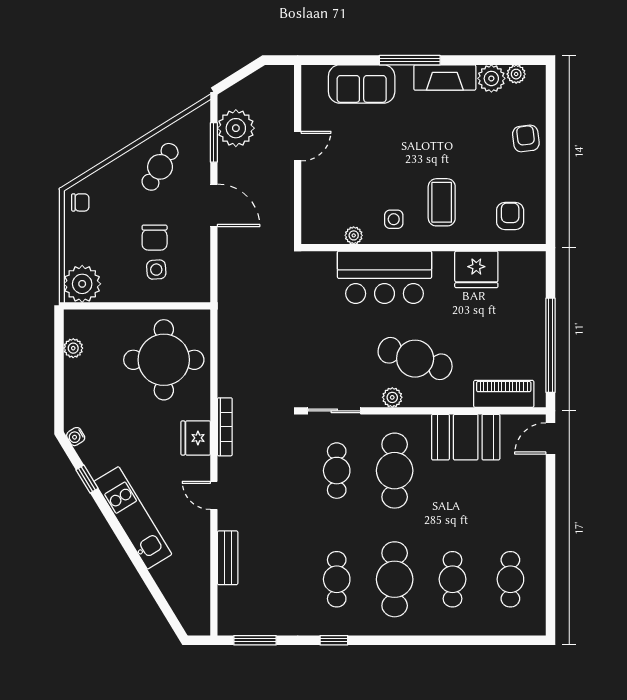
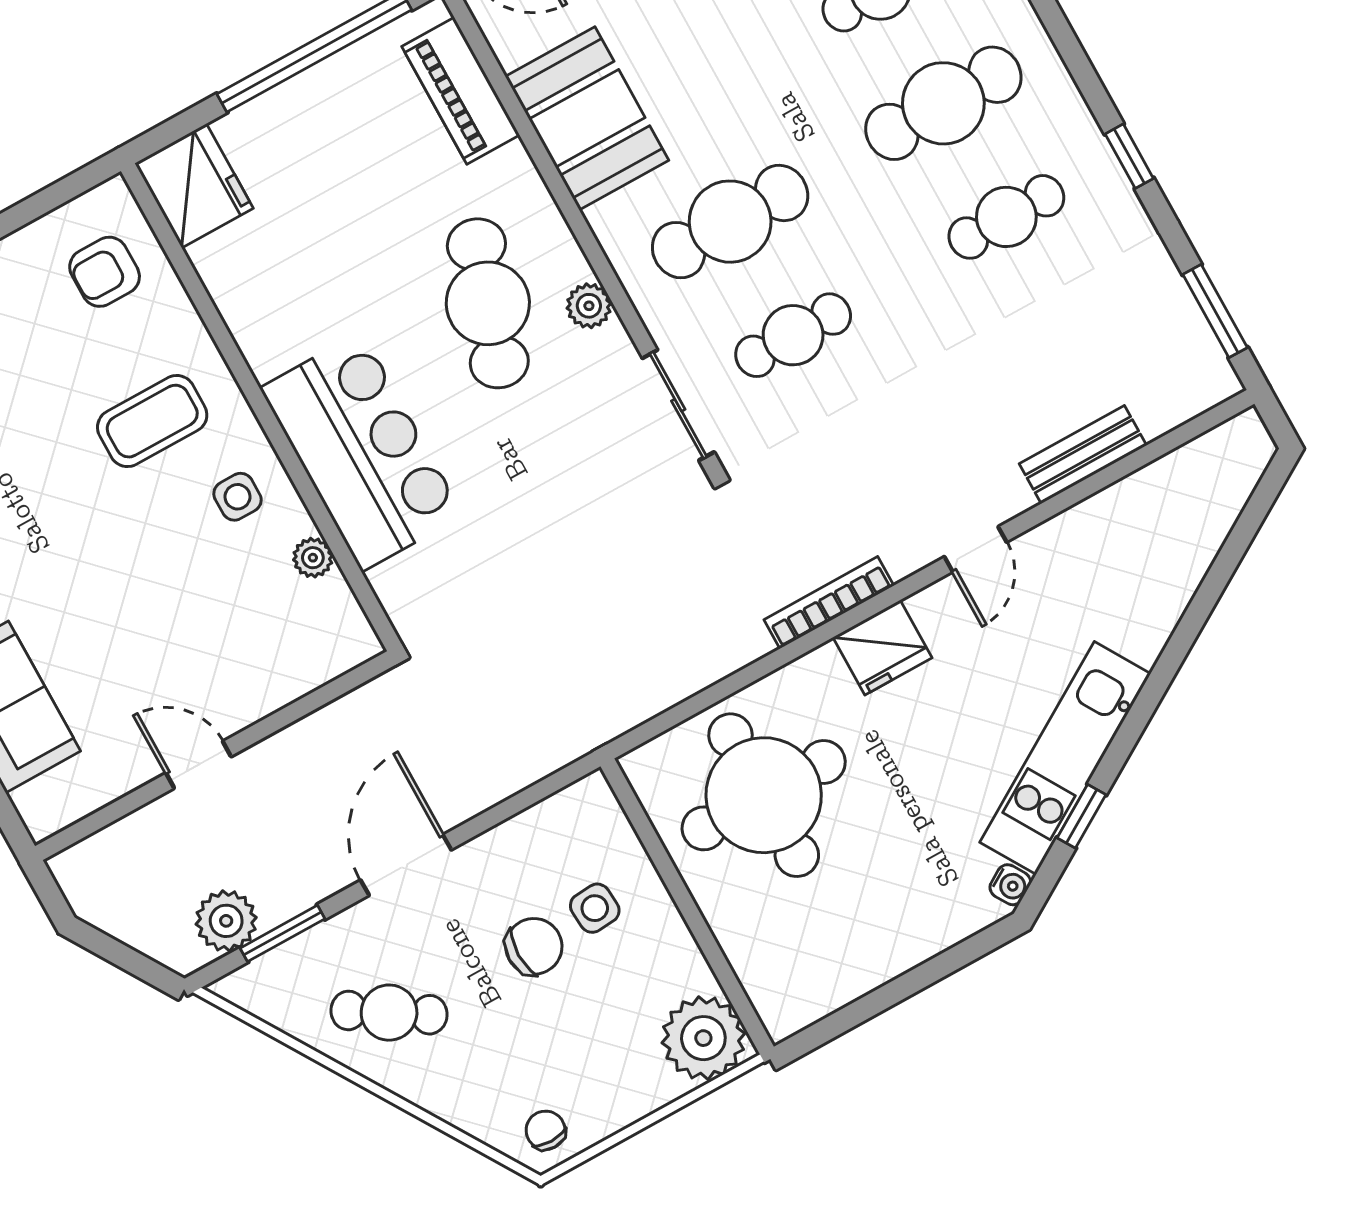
plant: (236, 128) -> (226, 921), width x0.73, depth x0.73
fridge: (476, 269) -> (194, 186), moved
plant: (73, 348) -> (839, 986), removed
kitchen unit: (133, 518) -> (1065, 758), moved

